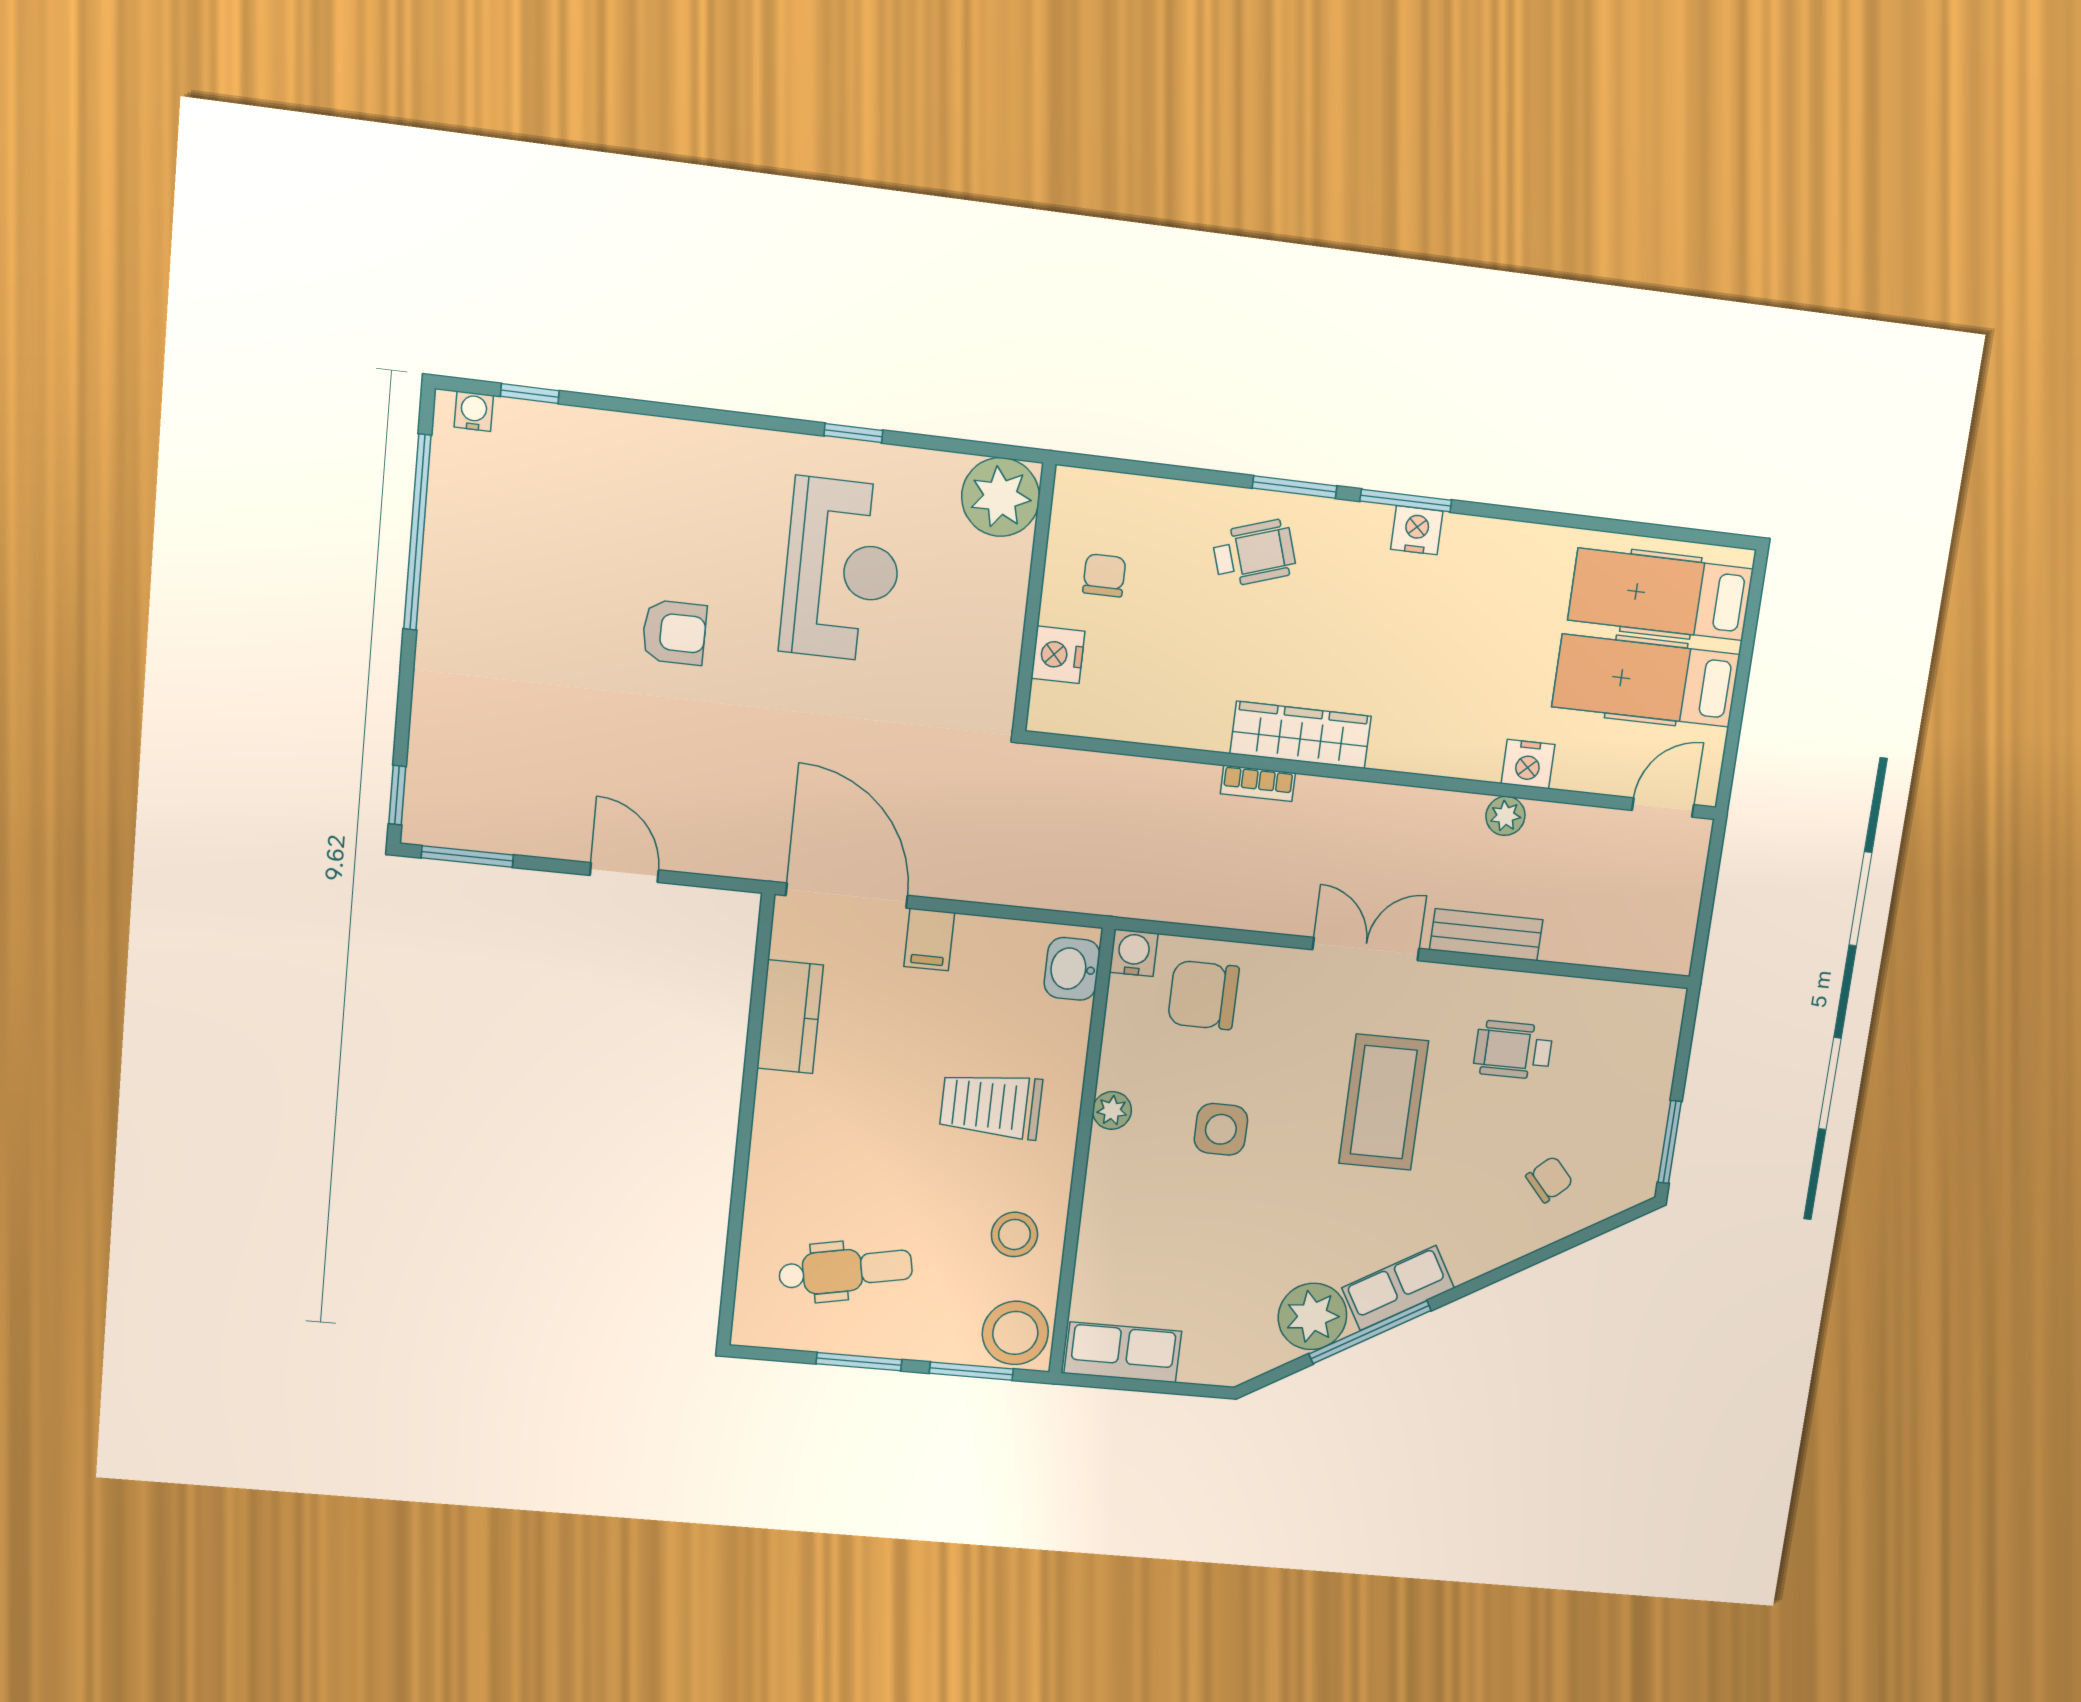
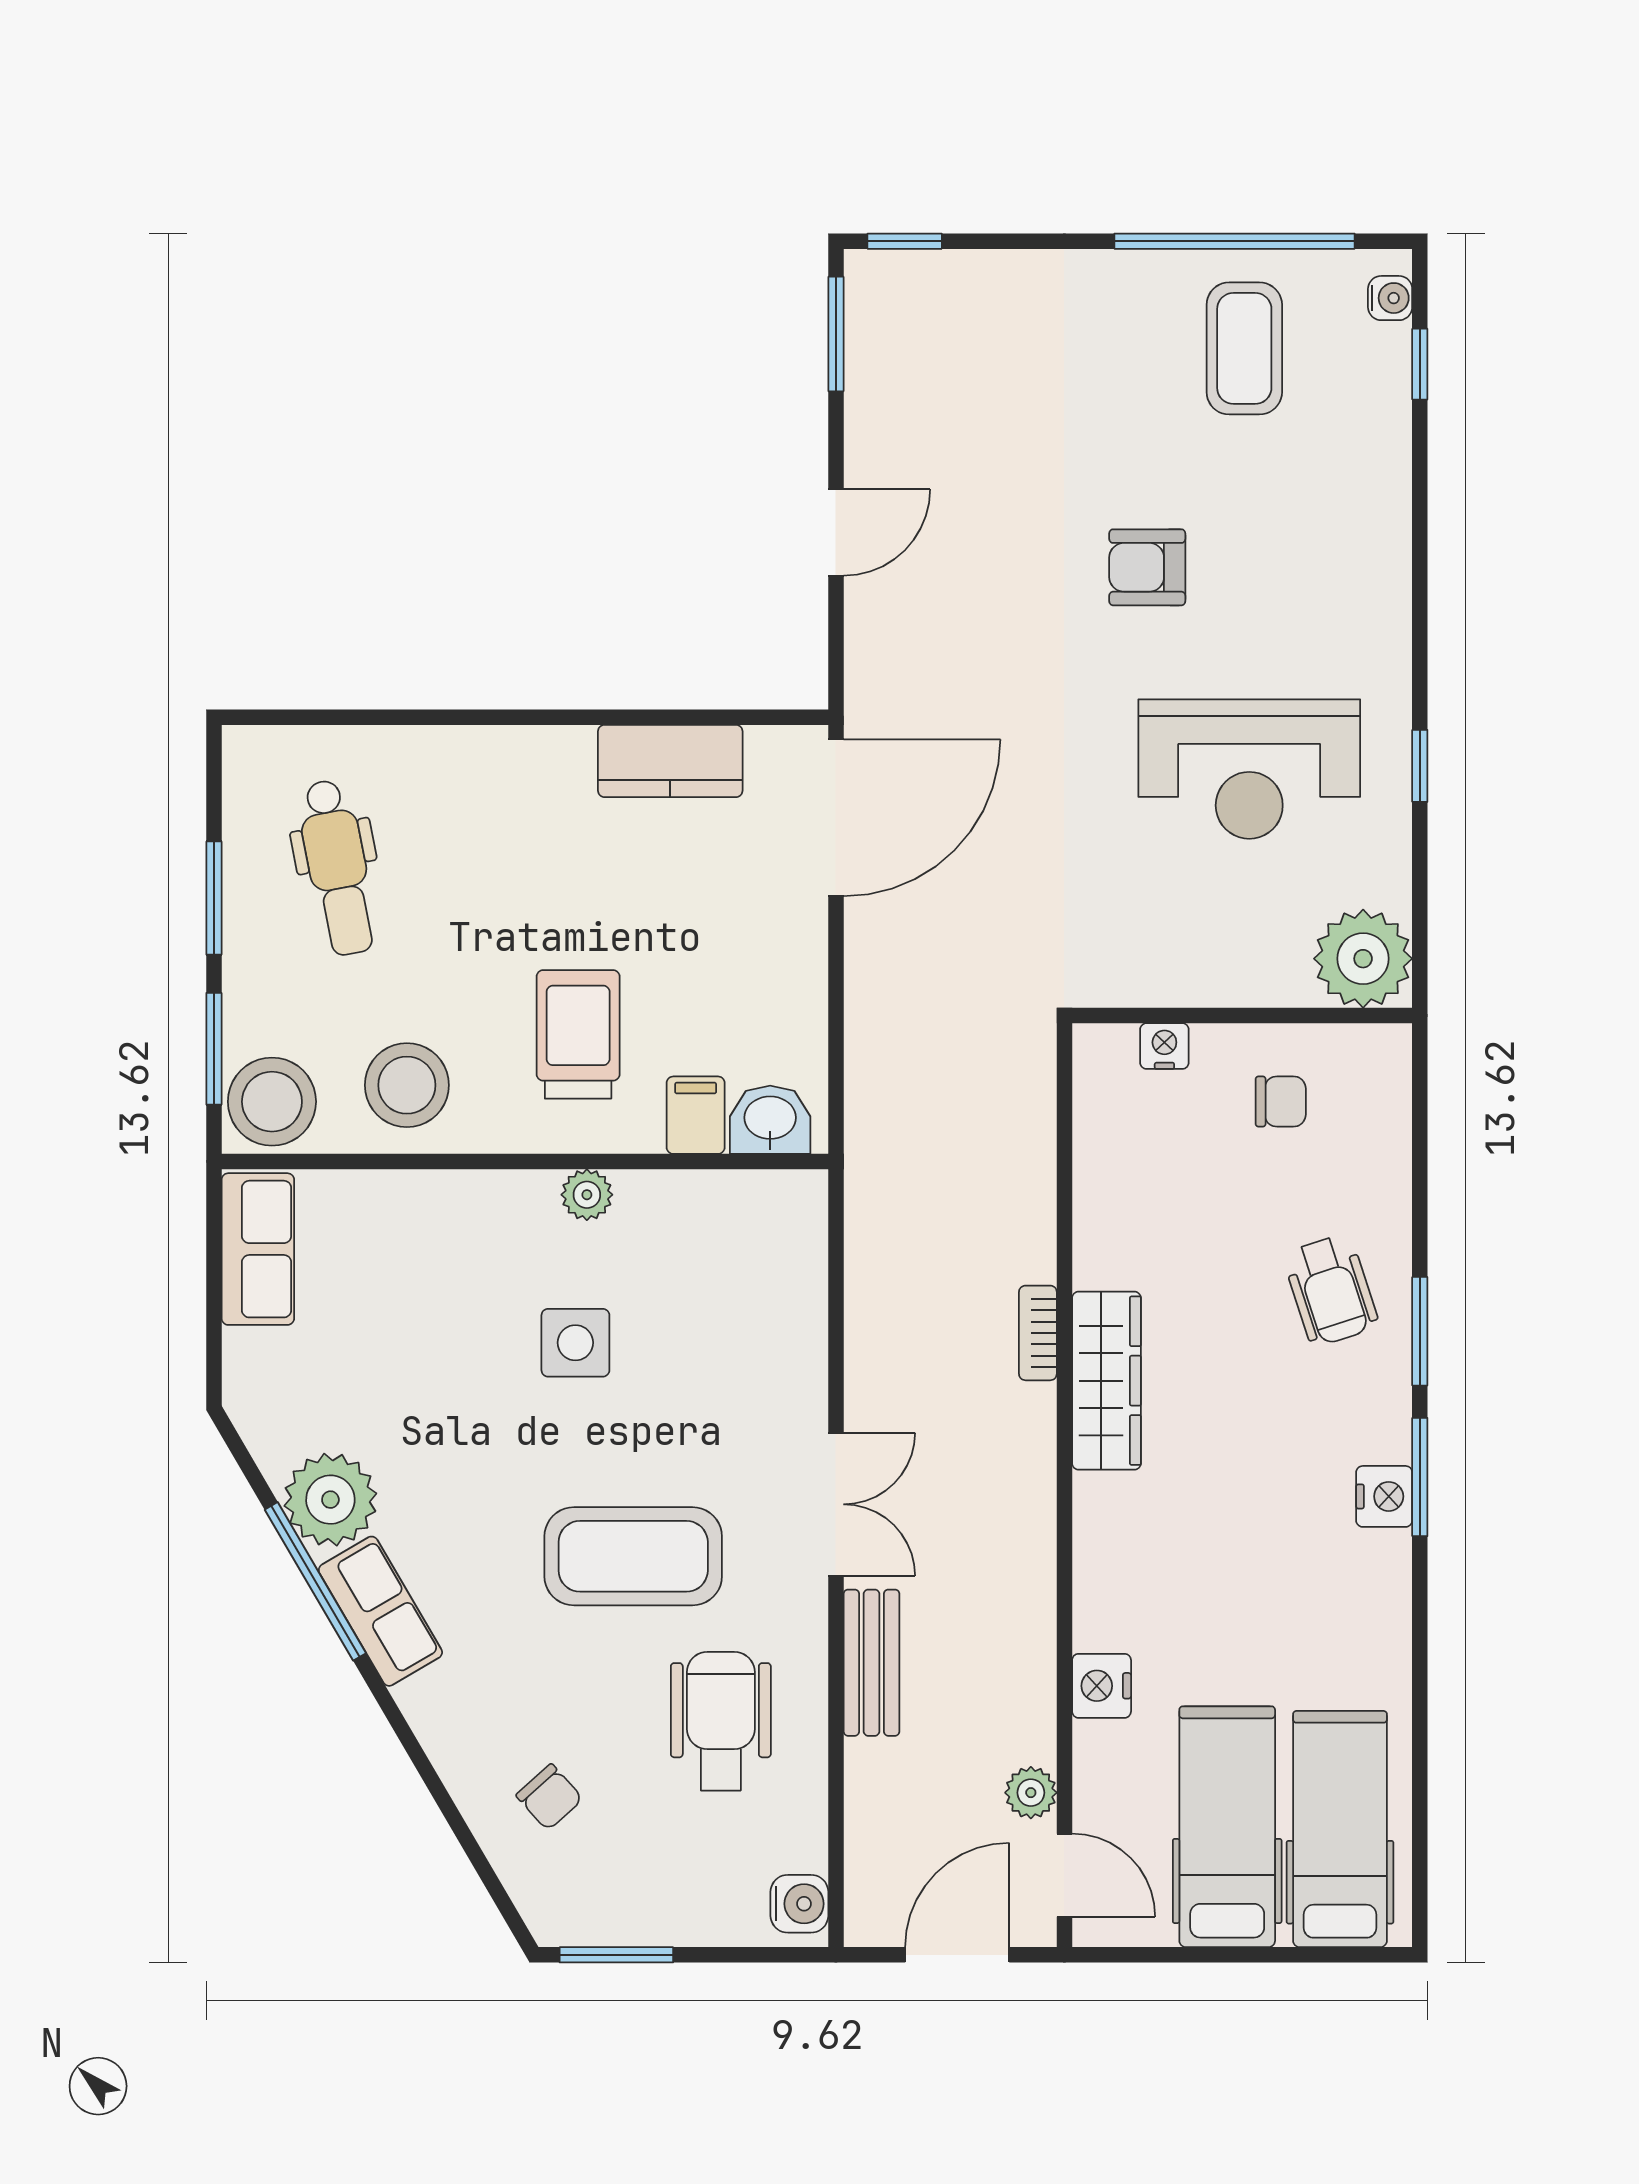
coffee table: (505, 535) -> (1244, 348), added
armchair: (674, 632) -> (1147, 567), turned 90
nightstand: (1058, 655) -> (1164, 1046), width x0.72, depth x0.74
plant: (1505, 816) -> (1031, 1793), moved
door: (1708, 894) -> (957, 1955), added
filing cabinet: (929, 940) -> (696, 1115), moved, turned 90
water cooler: (1134, 953) -> (799, 1904), moved
chair: (1203, 995) -> (753, 1297), removed
wheelchair: (1513, 1050) -> (721, 1721), width x1.36, depth x1.37
stool: (1014, 1234) -> (407, 1085), width x1.38, depth x1.38

